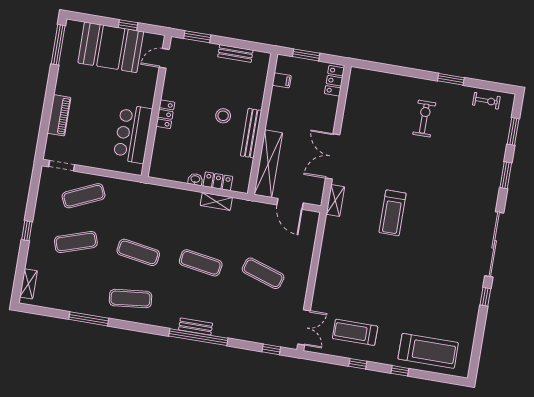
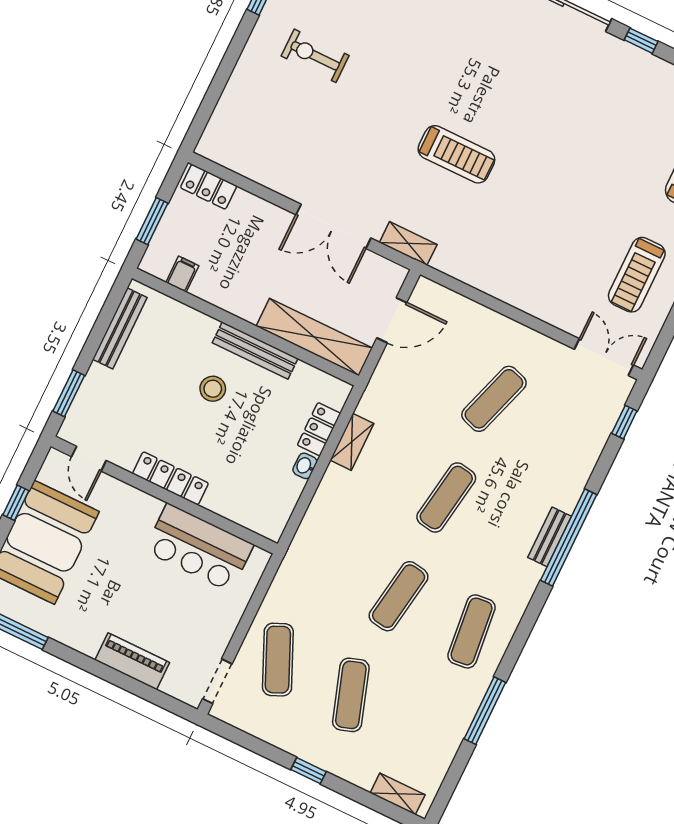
bench: (235, 53) -> (120, 328), width x1.36
locker: (165, 114) -> (170, 478), width x1.53

